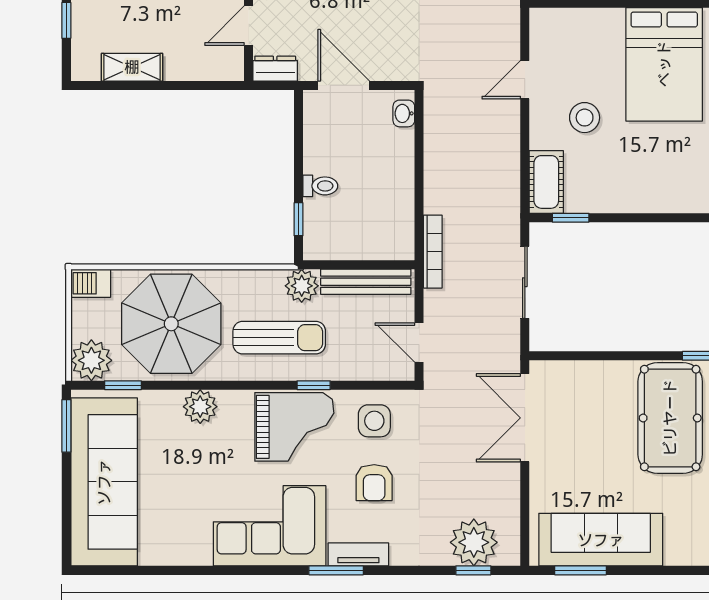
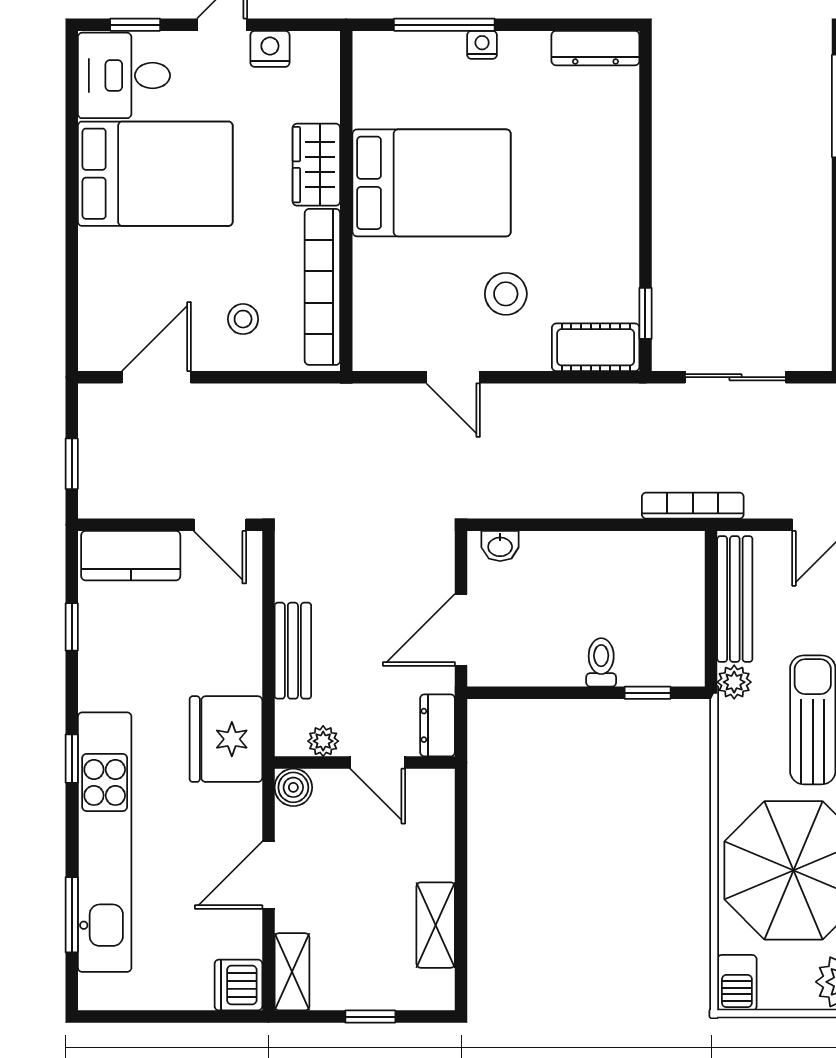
plant: (302, 286) -> (734, 682), width x0.73, depth x0.73

